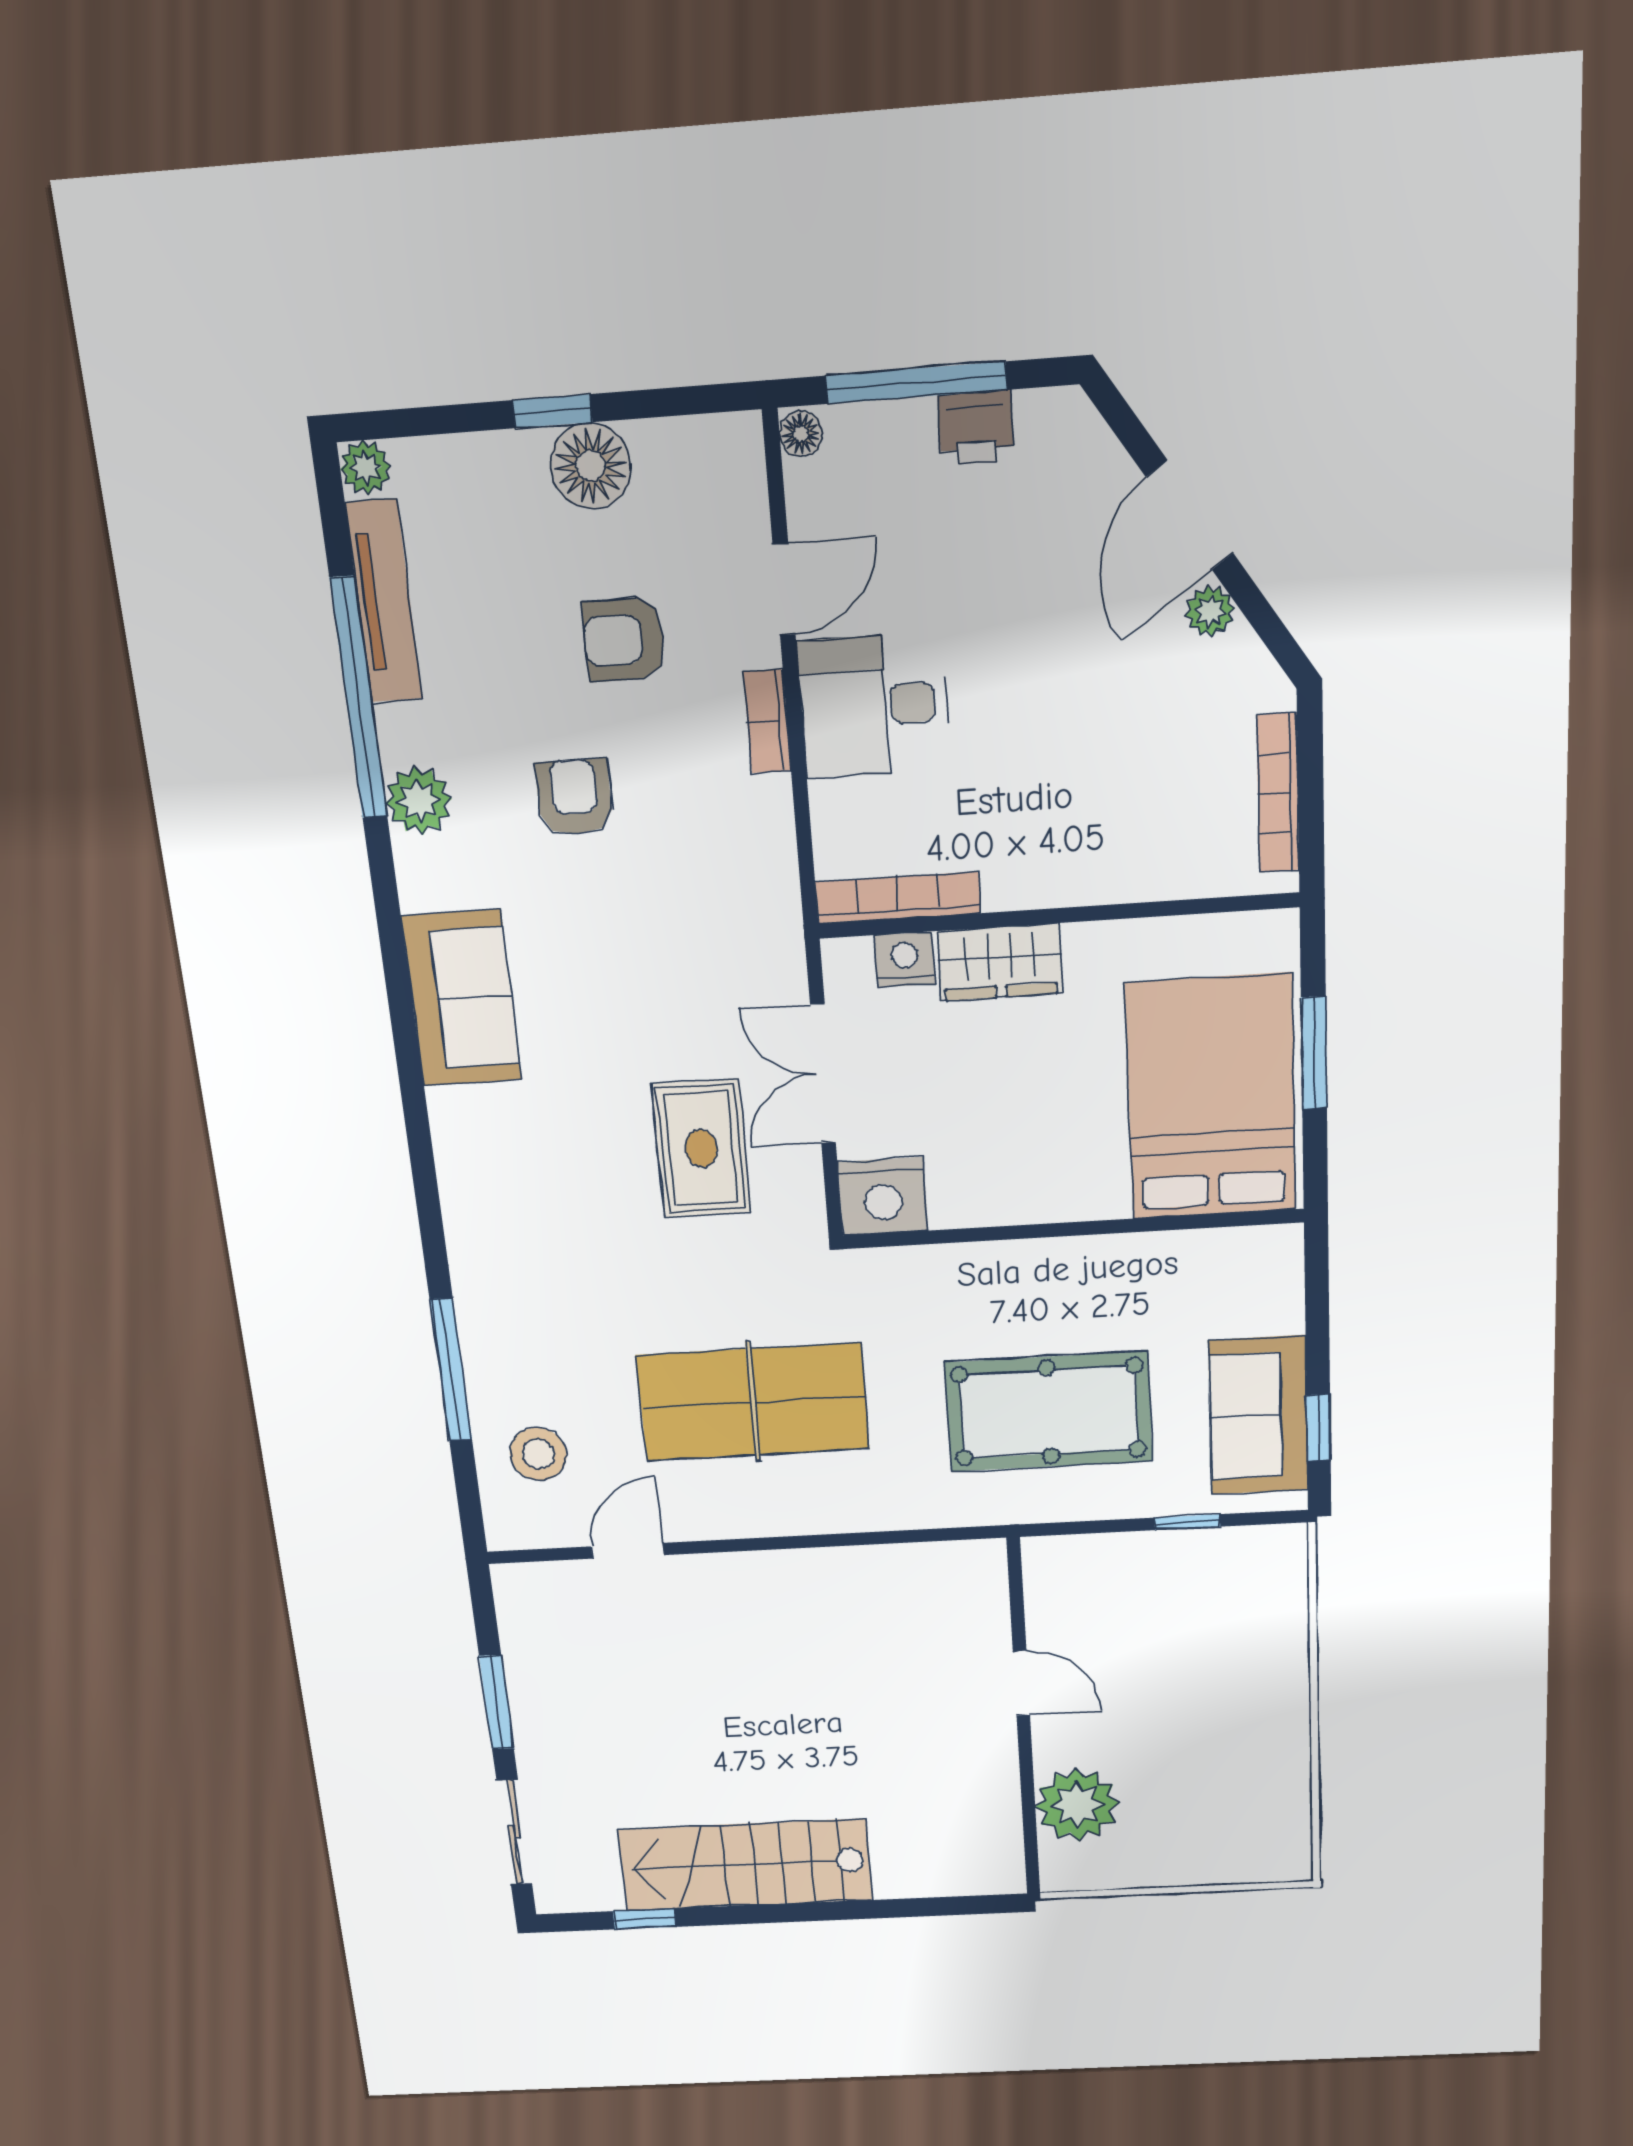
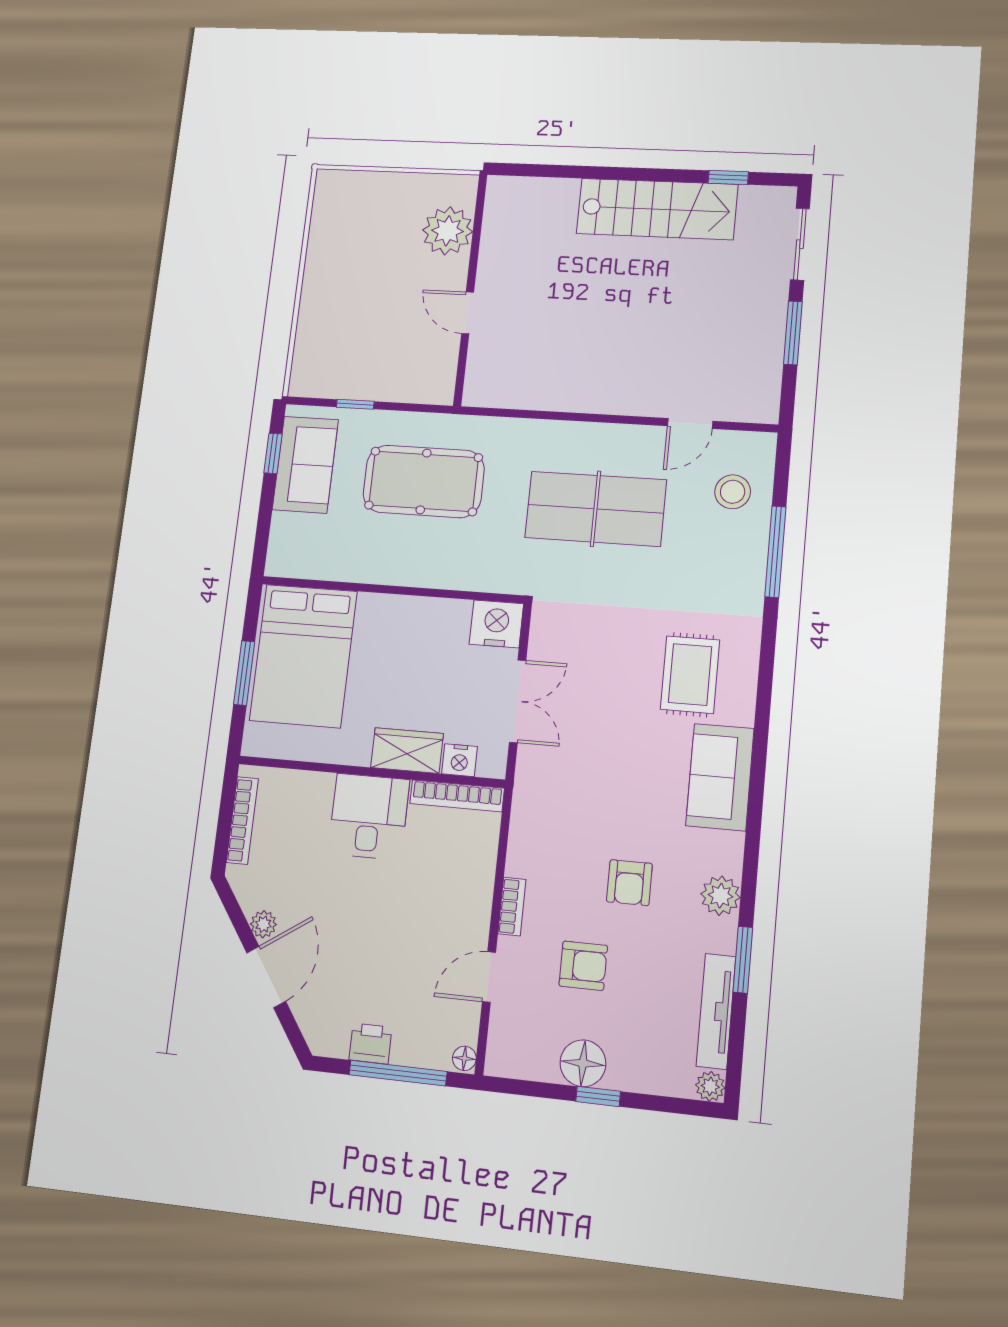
window: (359, 698) -> (743, 960), width x0.47
desk: (874, 706) -> (369, 816), moved, turned -90
rug: (701, 1148) -> (690, 675), moved

